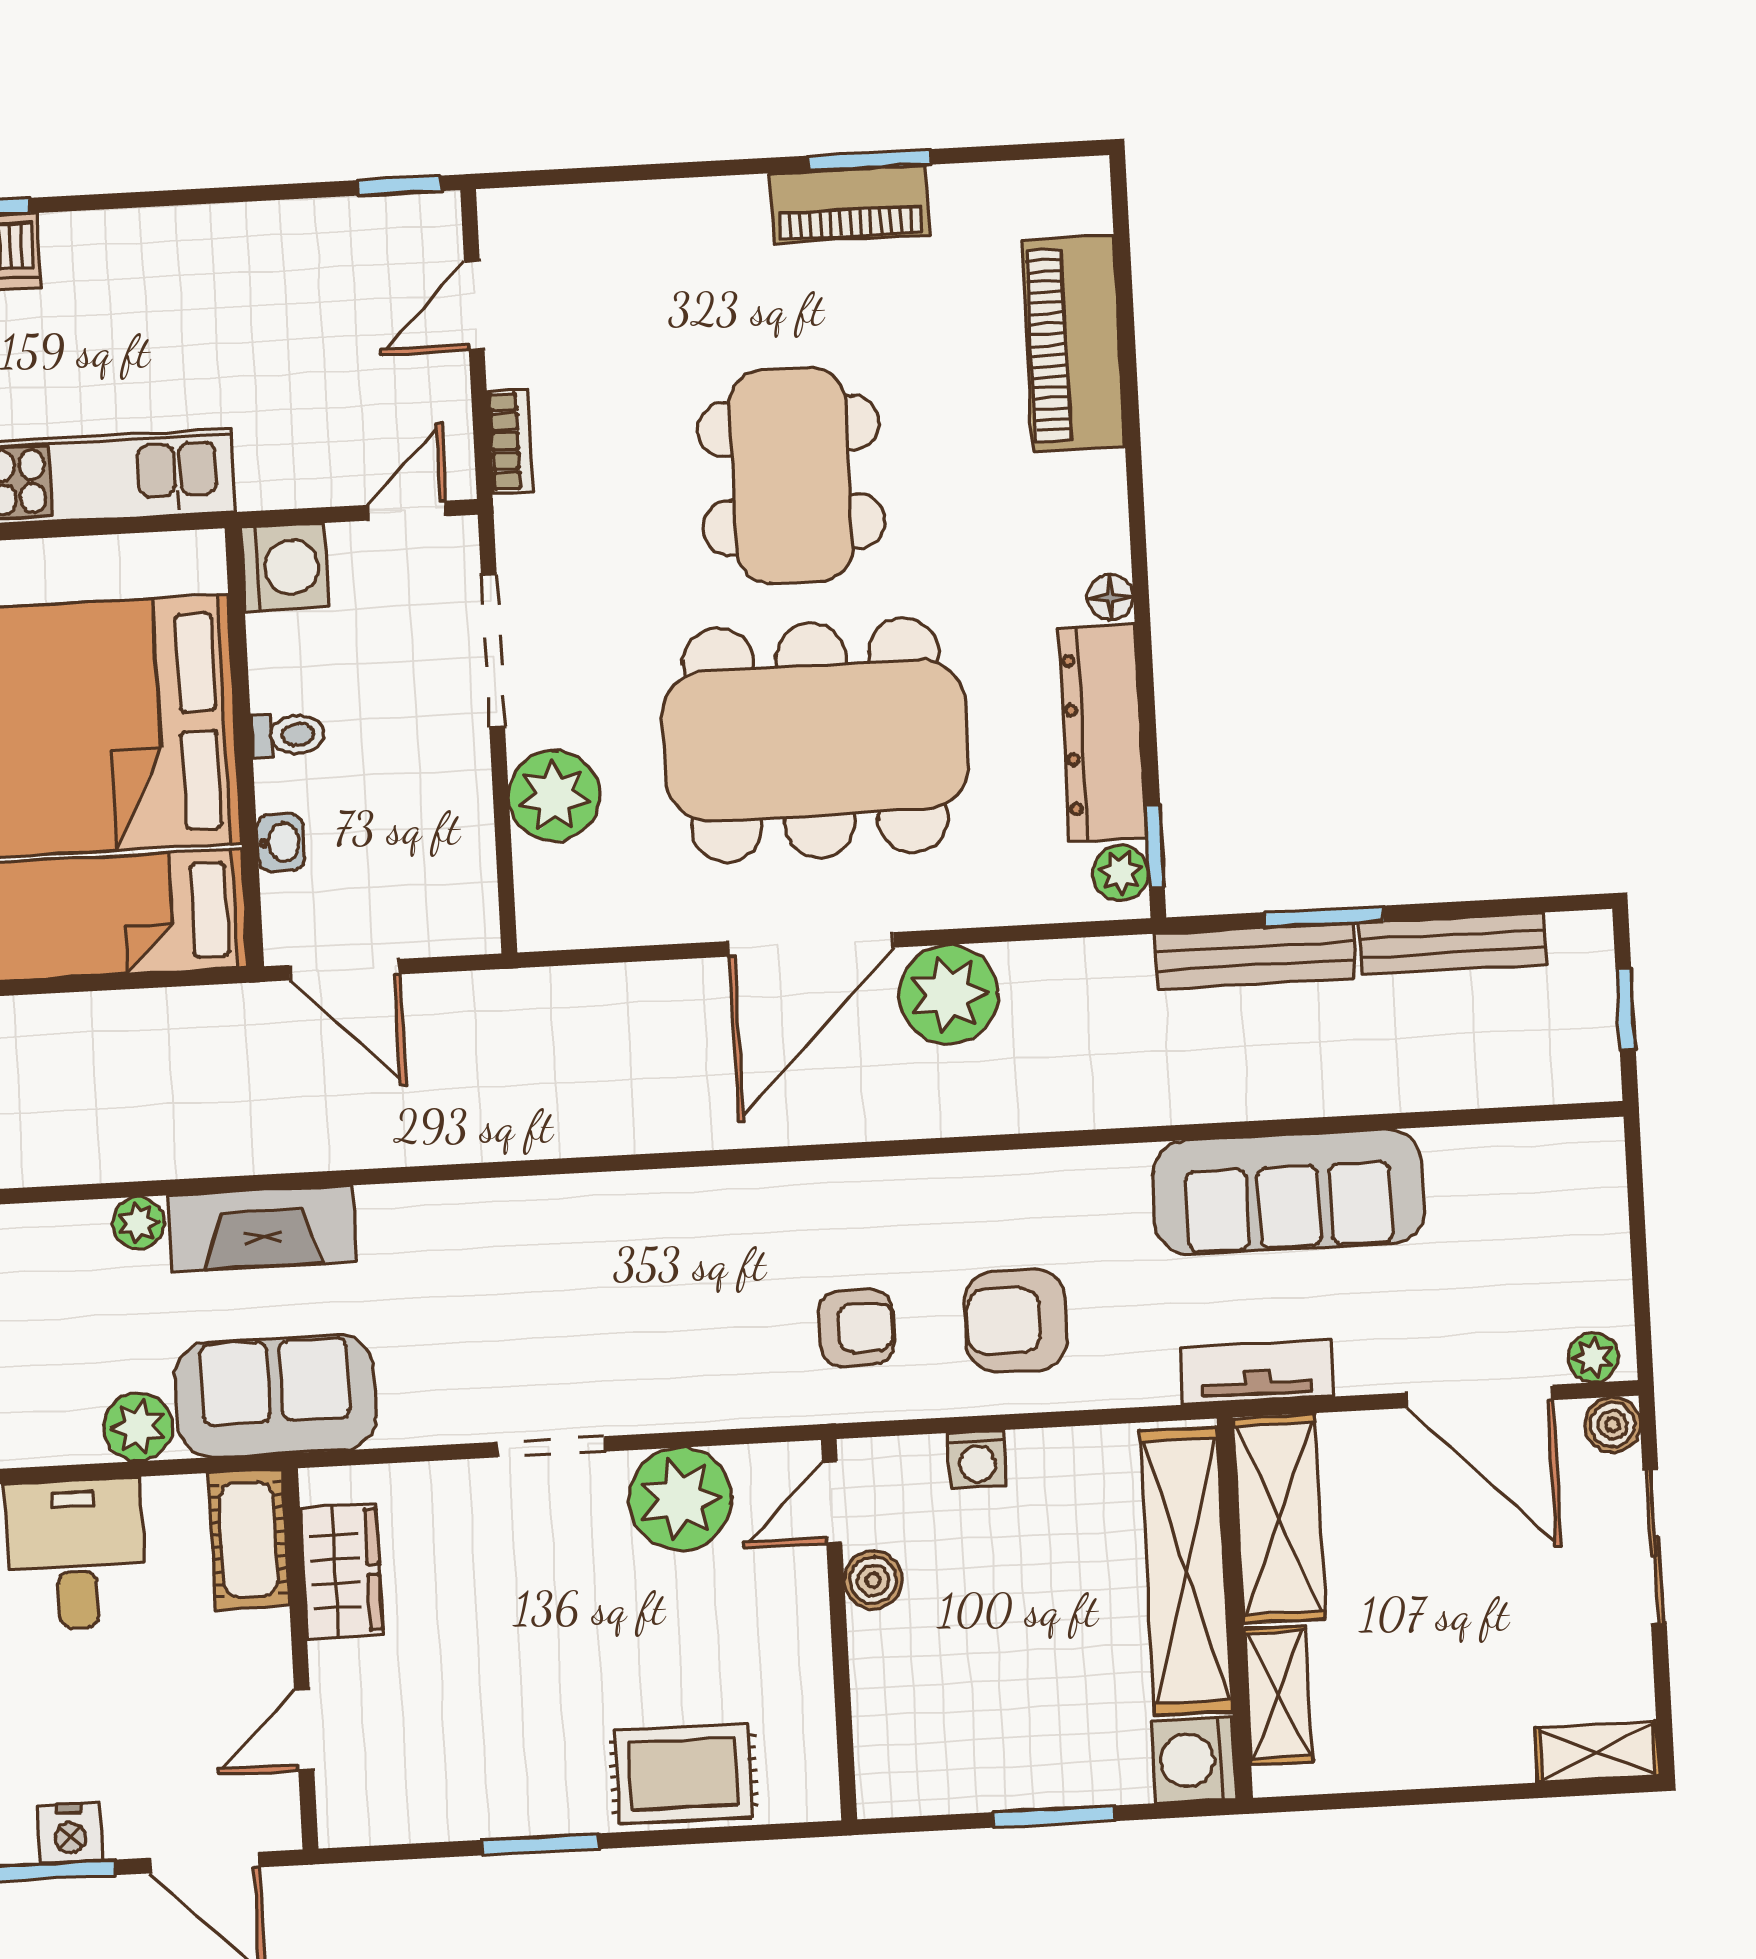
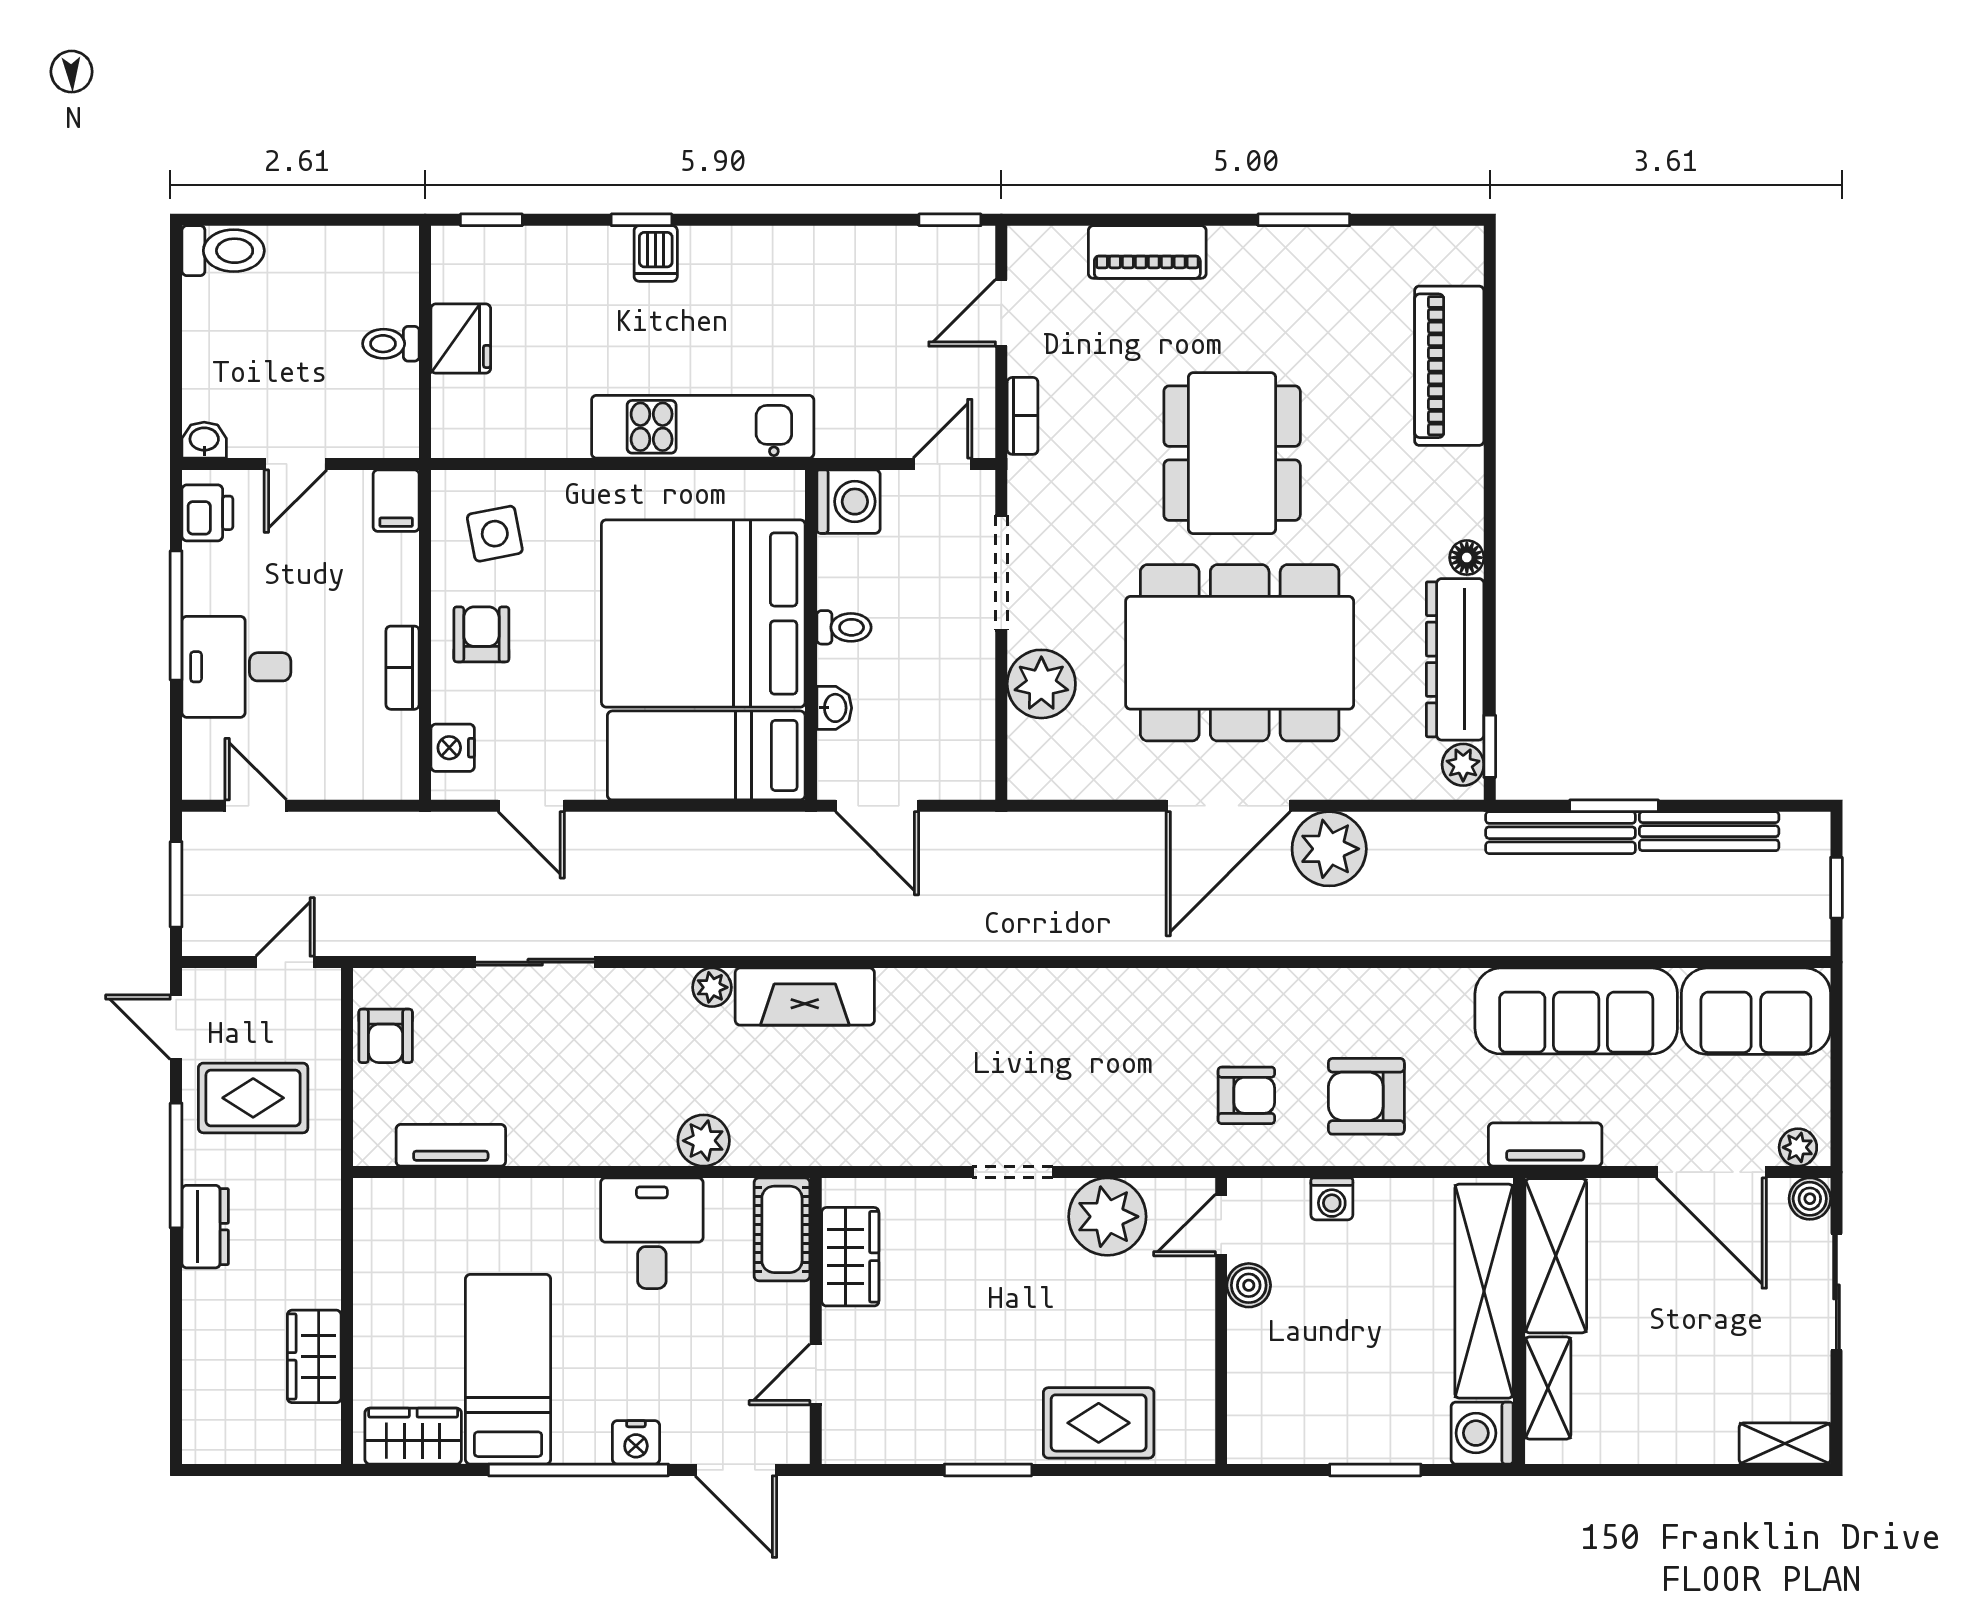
piano: (850, 204) -> (1147, 252), moved
sofa: (276, 1396) -> (1756, 1011), moved, turned 180

